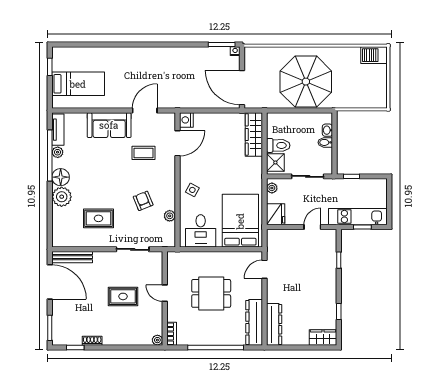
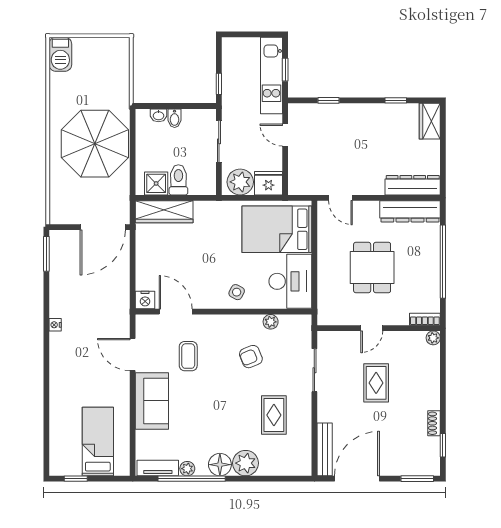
nightstand: (235, 51) -> (55, 325), moved
shower: (275, 162) -> (156, 183), moved
plant: (272, 188) -> (240, 182), width x1.88, depth x1.88
desk: (201, 231) -> (290, 281), width x1.37

